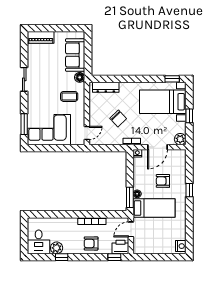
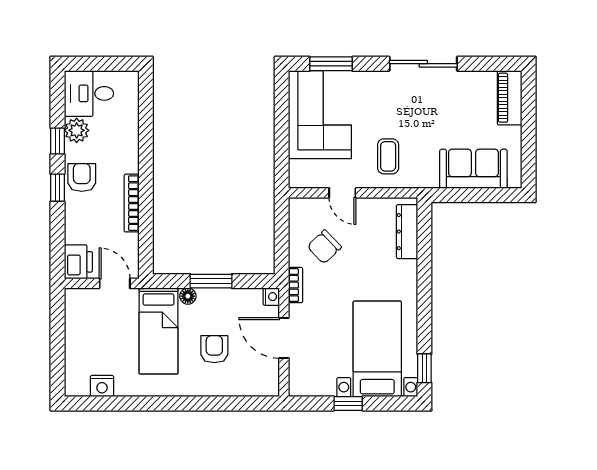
floor lamp: (80, 77) -> (428, 178), removed
sliding door: (24, 79) -> (423, 64), width x1.37
chair: (118, 118) -> (324, 247), moved
door: (87, 133) -> (342, 193), moved
plant: (180, 139) -> (300, 385), removed
window: (189, 190) -> (196, 403), removed
window: (130, 197) -> (211, 281), moved
armchair: (91, 243) -> (82, 177), moved
nightstand: (181, 246) -> (102, 386), moved
window: (114, 257) -> (57, 188), moved

